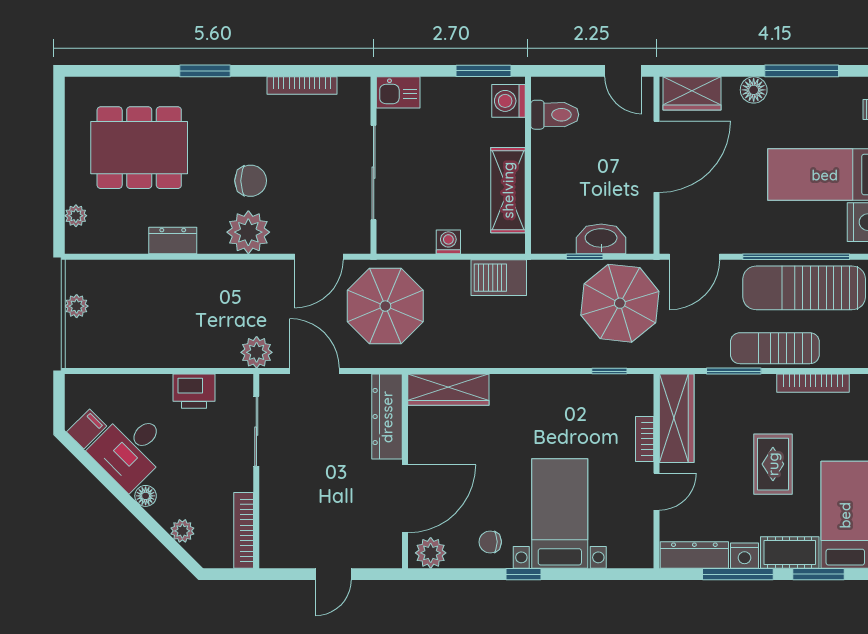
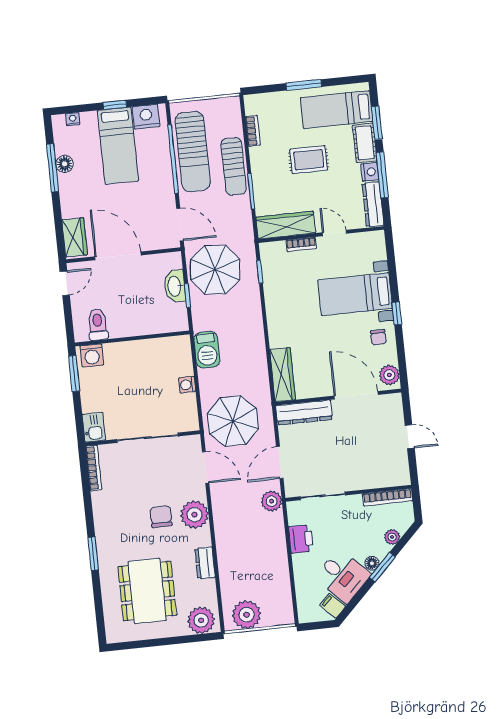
bookcase: (302, 86) -> (94, 468), moved
floor lamp: (754, 90) -> (65, 164), moved
shelving: (508, 190) -> (150, 350), removed
plant: (76, 216) -> (201, 620), width x1.88, depth x1.88
plant: (77, 306) -> (247, 615), width x1.87, depth x1.87
bookcase: (813, 383) -> (253, 131), width x0.64
window: (138, 511) -> (382, 567), added

